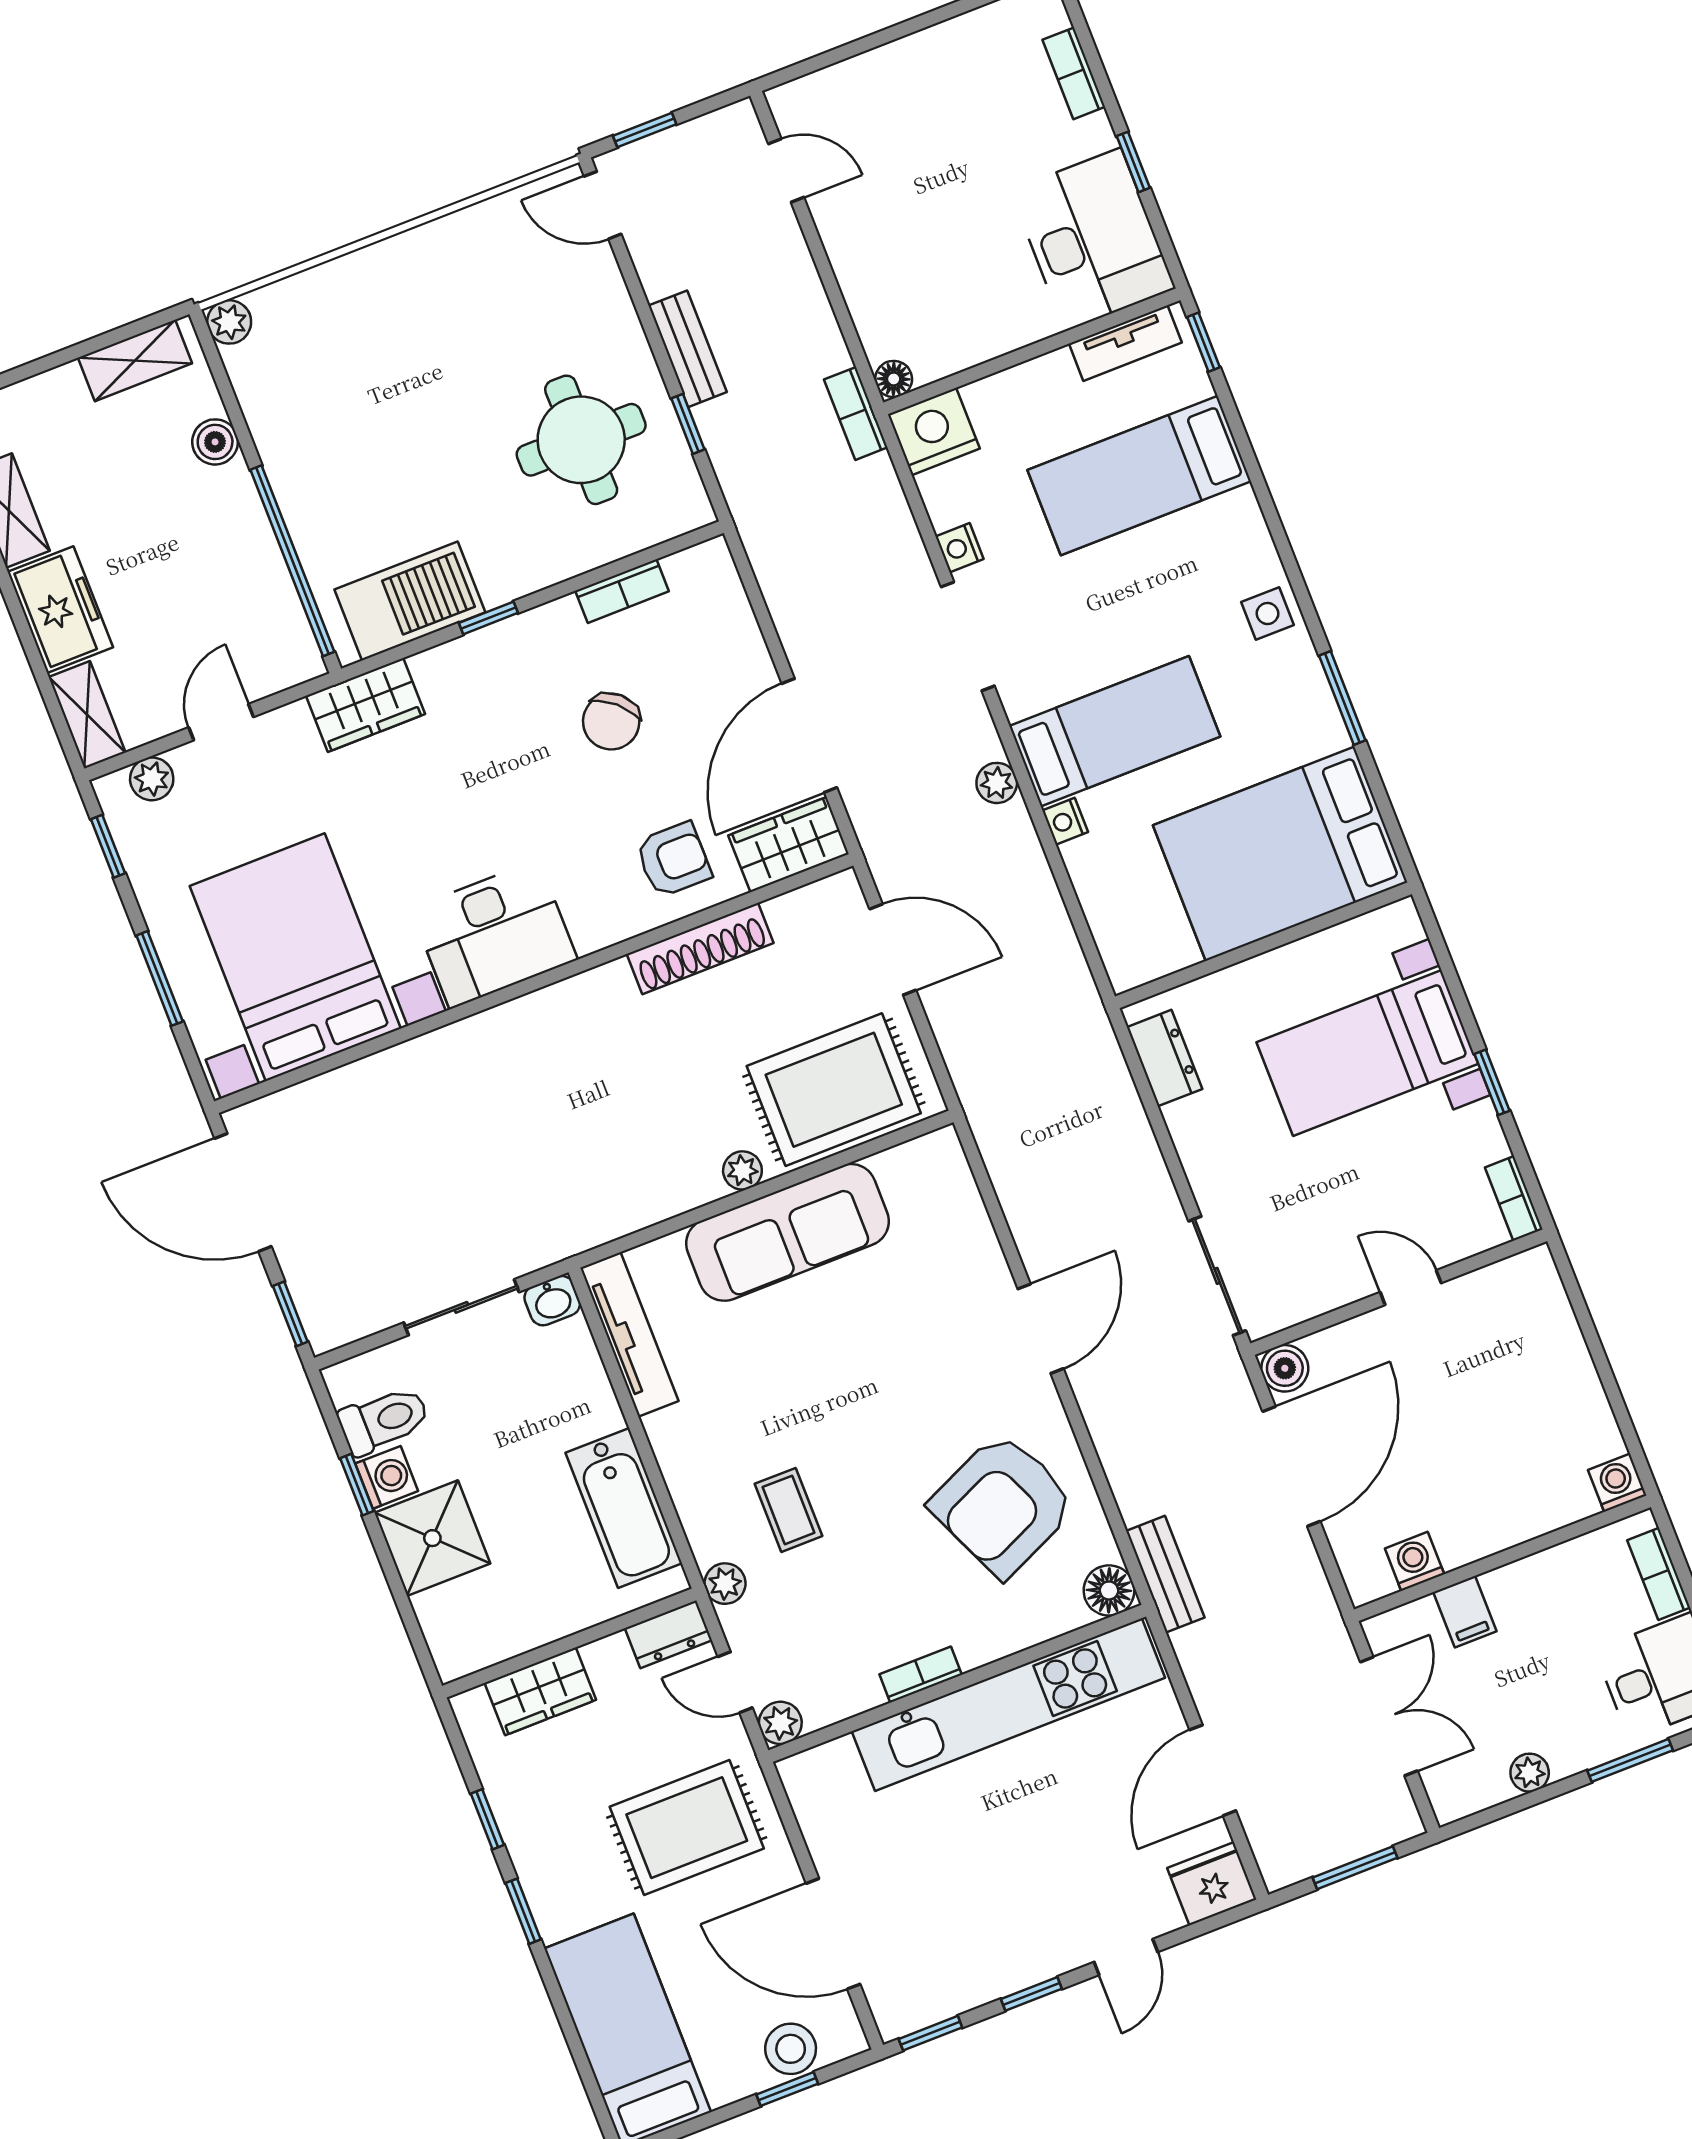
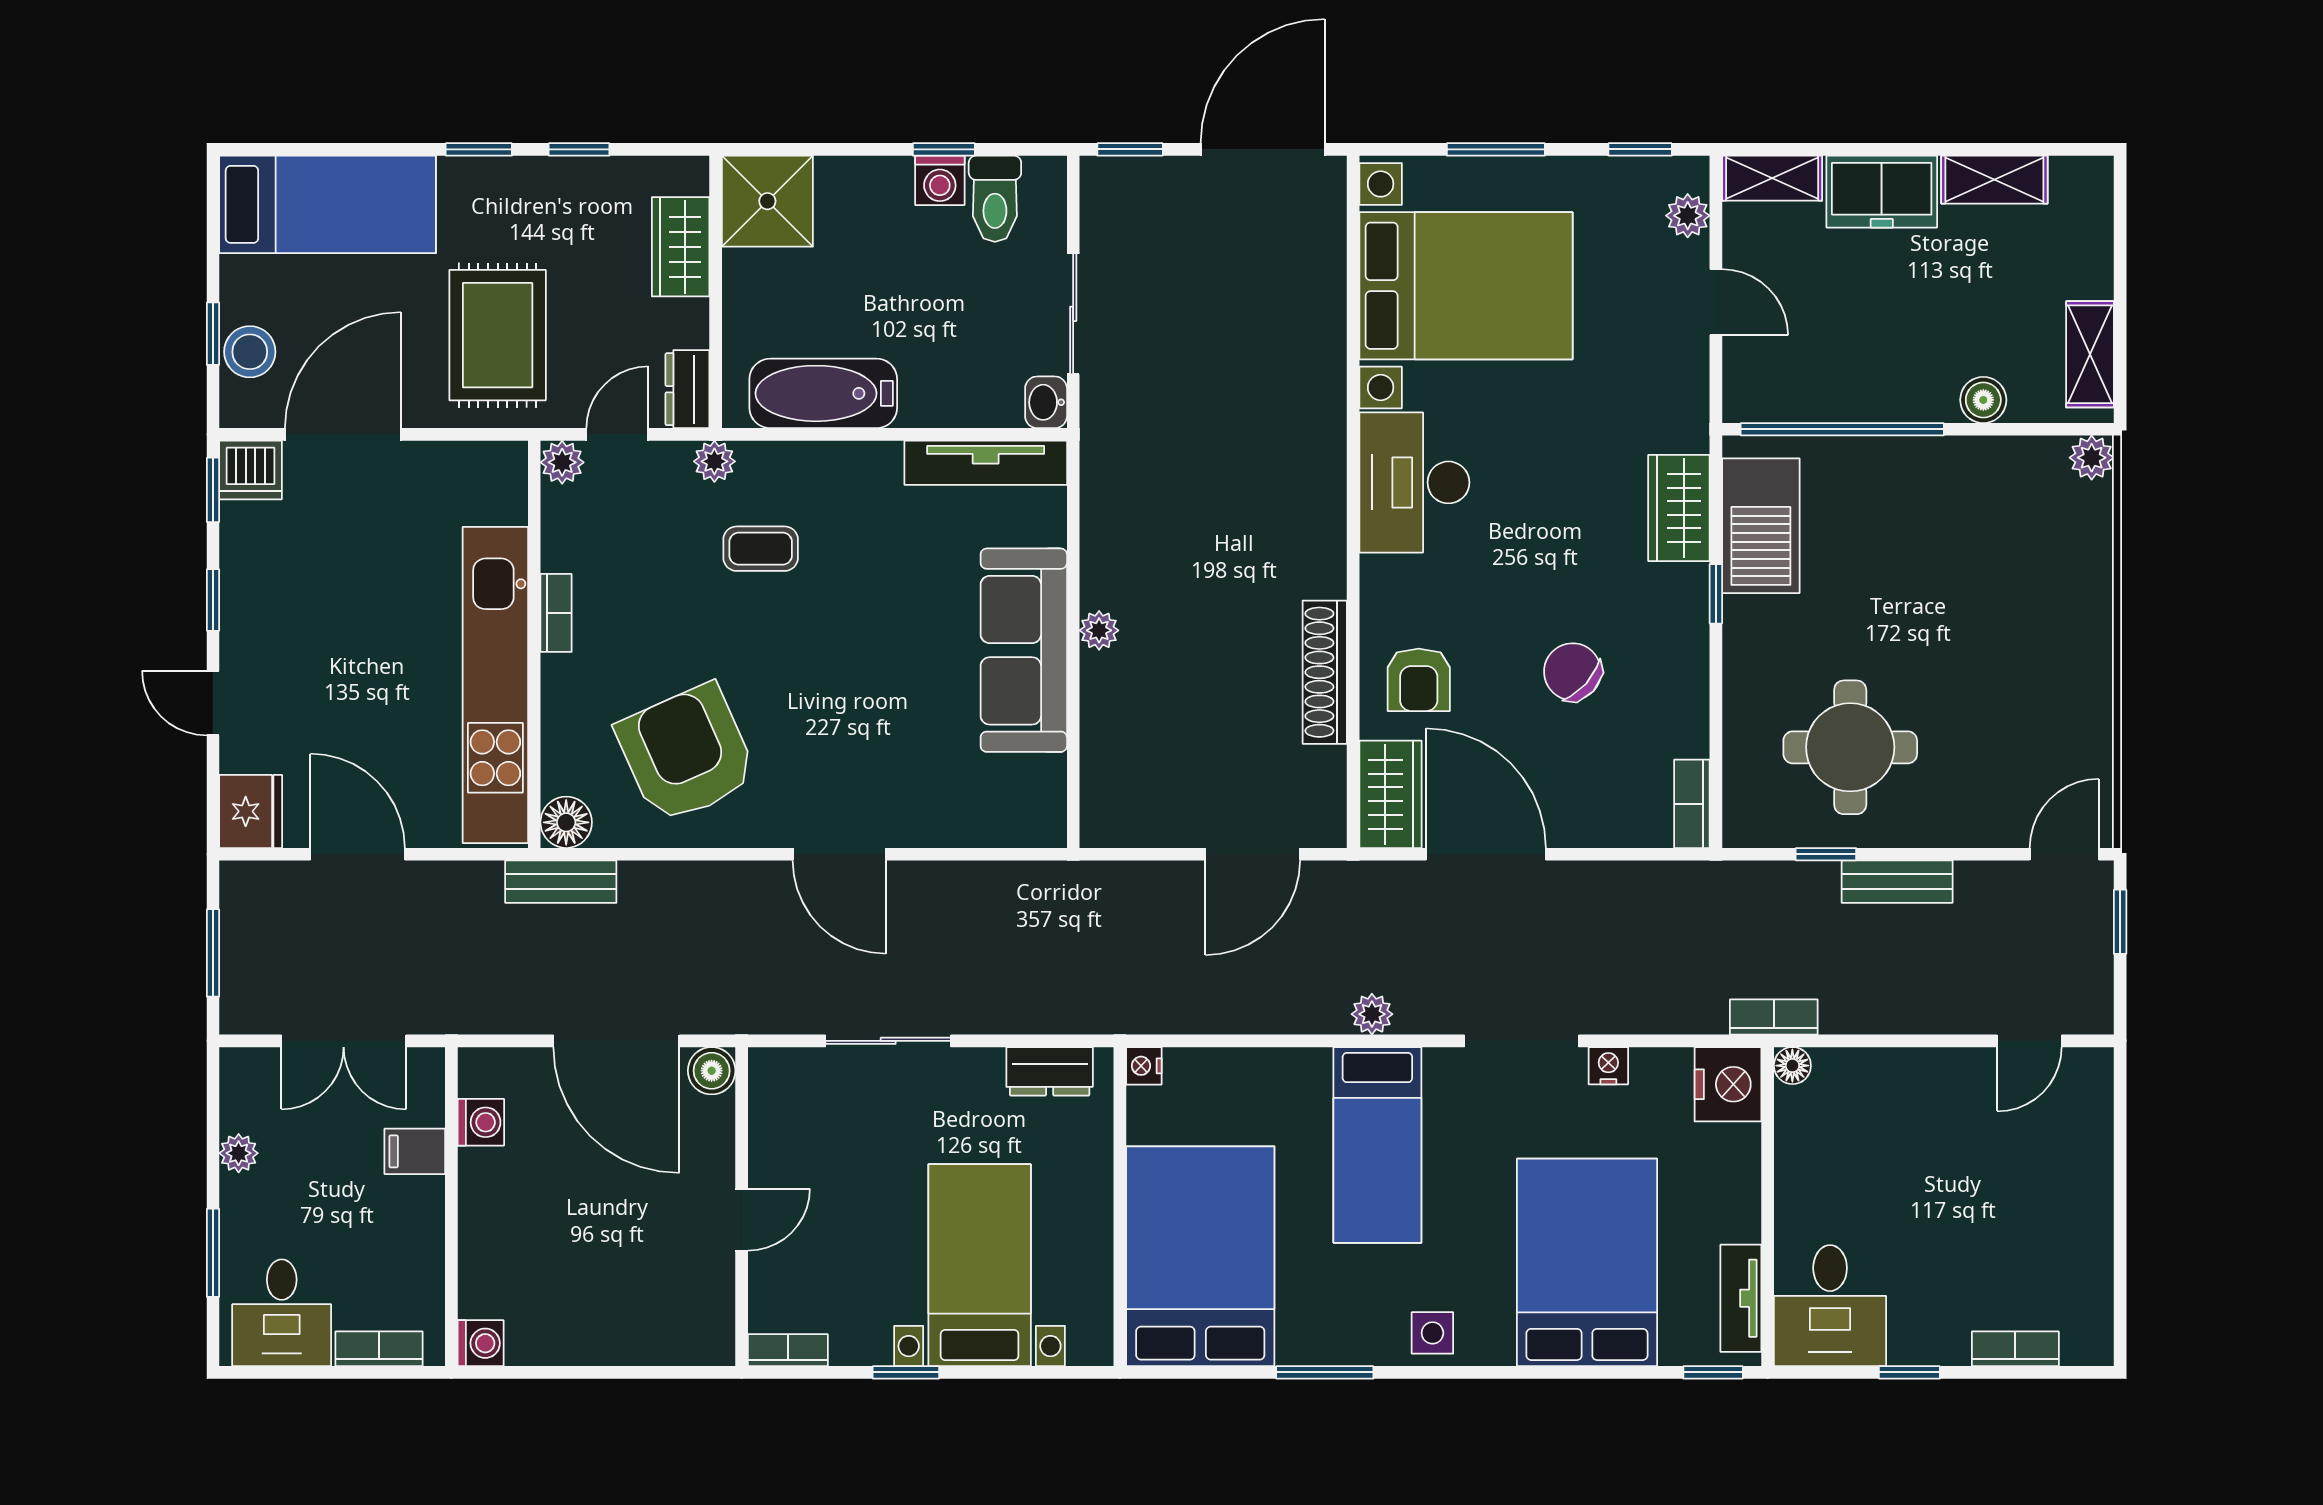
desk: (1093, 239) -> (1830, 1306), width x0.73
bed: (1139, 476) -> (1587, 1262), width x1.50
bookcase: (622, 591) -> (1692, 804), moved
wardrobe: (365, 705) -> (1679, 508), moved
nightstand: (1065, 821) -> (1144, 1066), moved, turned -90
rug: (834, 1090) -> (1142, 747), removed
sliding door: (1217, 1276) -> (888, 1041), moved
shower: (432, 1538) -> (767, 201), moved
dishwasher: (899, 2006) -> (251, 470), added

